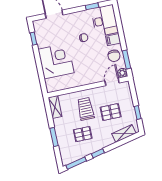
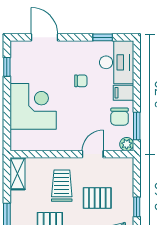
door: (112, 82) -> (93, 154), moved

